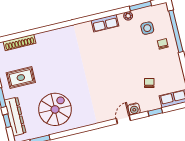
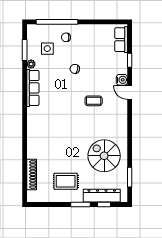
row of seats: (105, 23) -> (33, 88), width x1.48
rug: (21, 78) -> (66, 181), turned 90
chair: (149, 83) -> (75, 69), moved
coffee table: (107, 86) -> (94, 101), added

